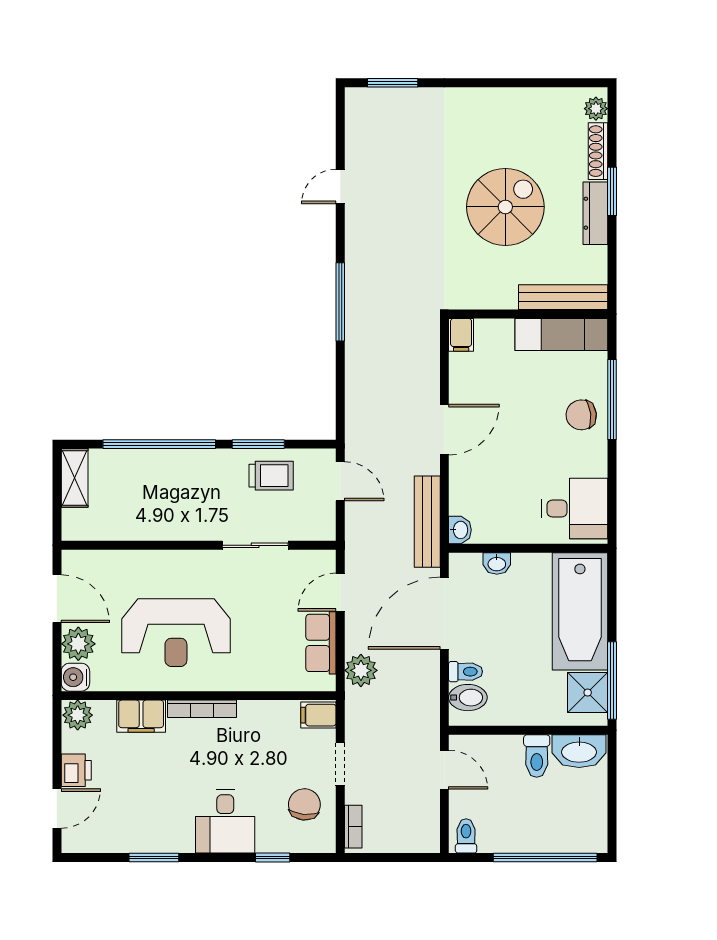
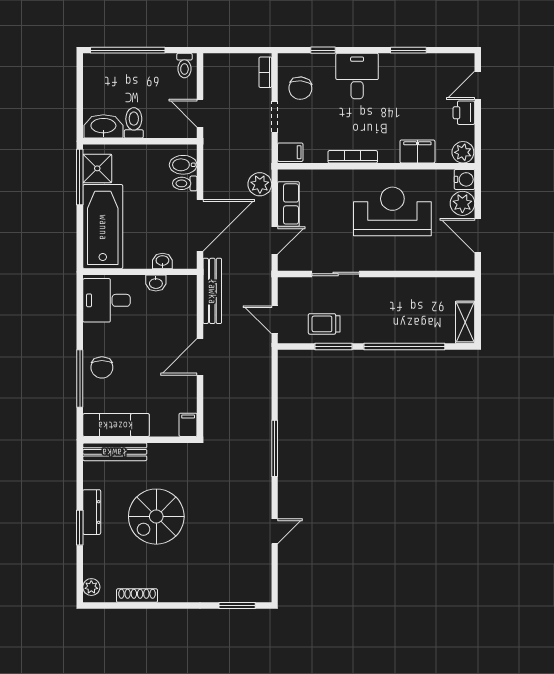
shoe rack: (598, 151) -> (137, 596), moved, turned -90
chair: (581, 415) -> (102, 367), turned 96
washbasin: (460, 530) -> (156, 283), moved, turned -90
bookcase: (202, 709) -> (353, 157), moved

